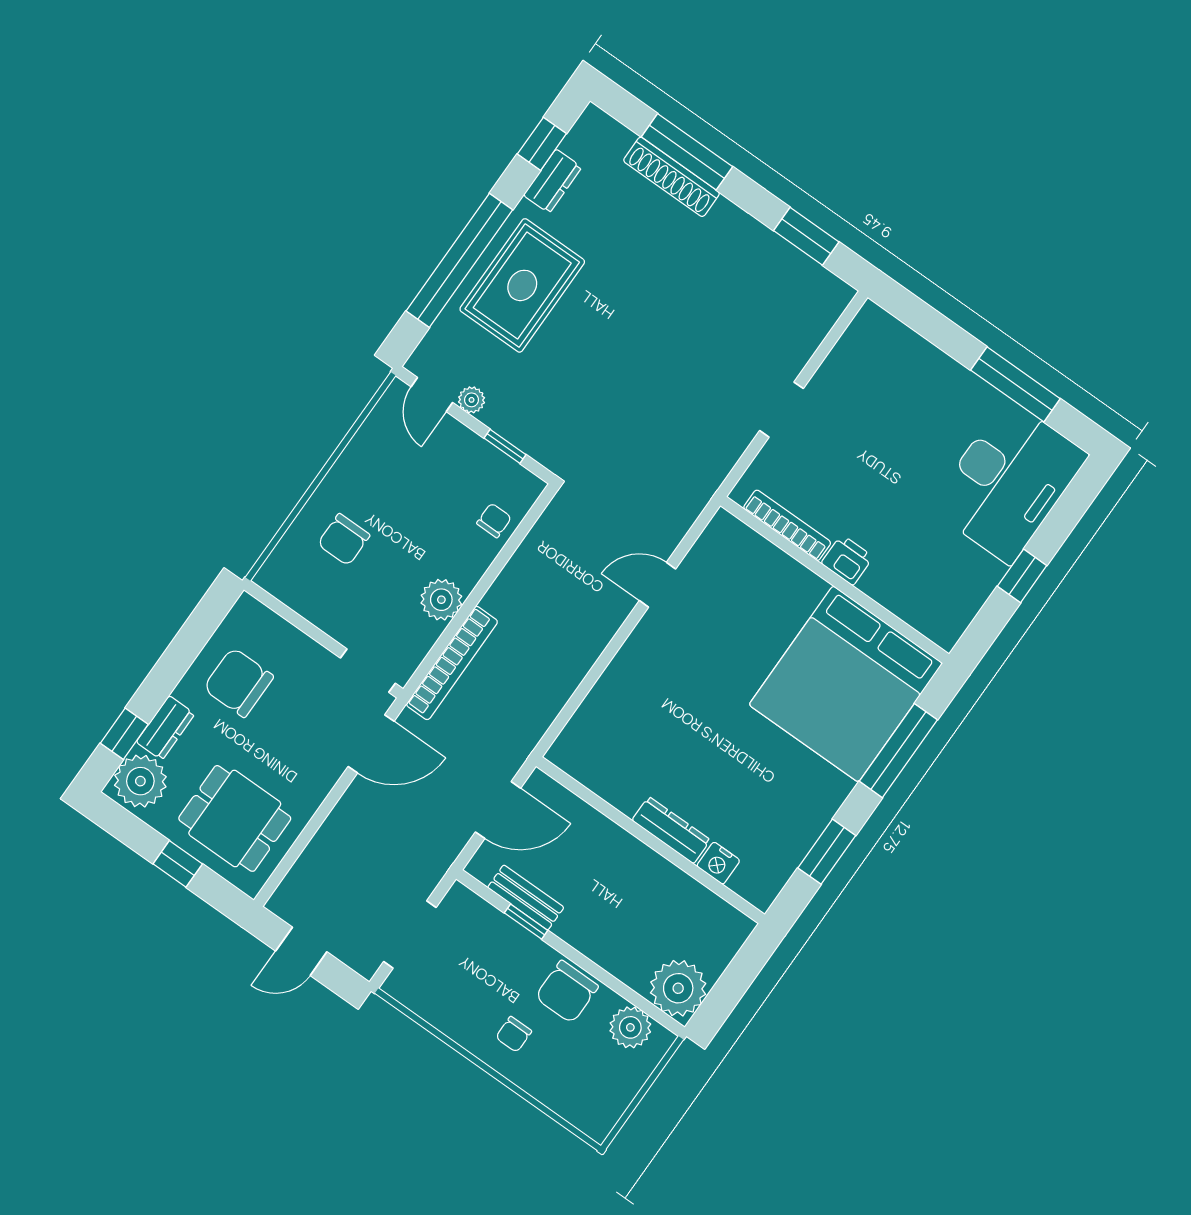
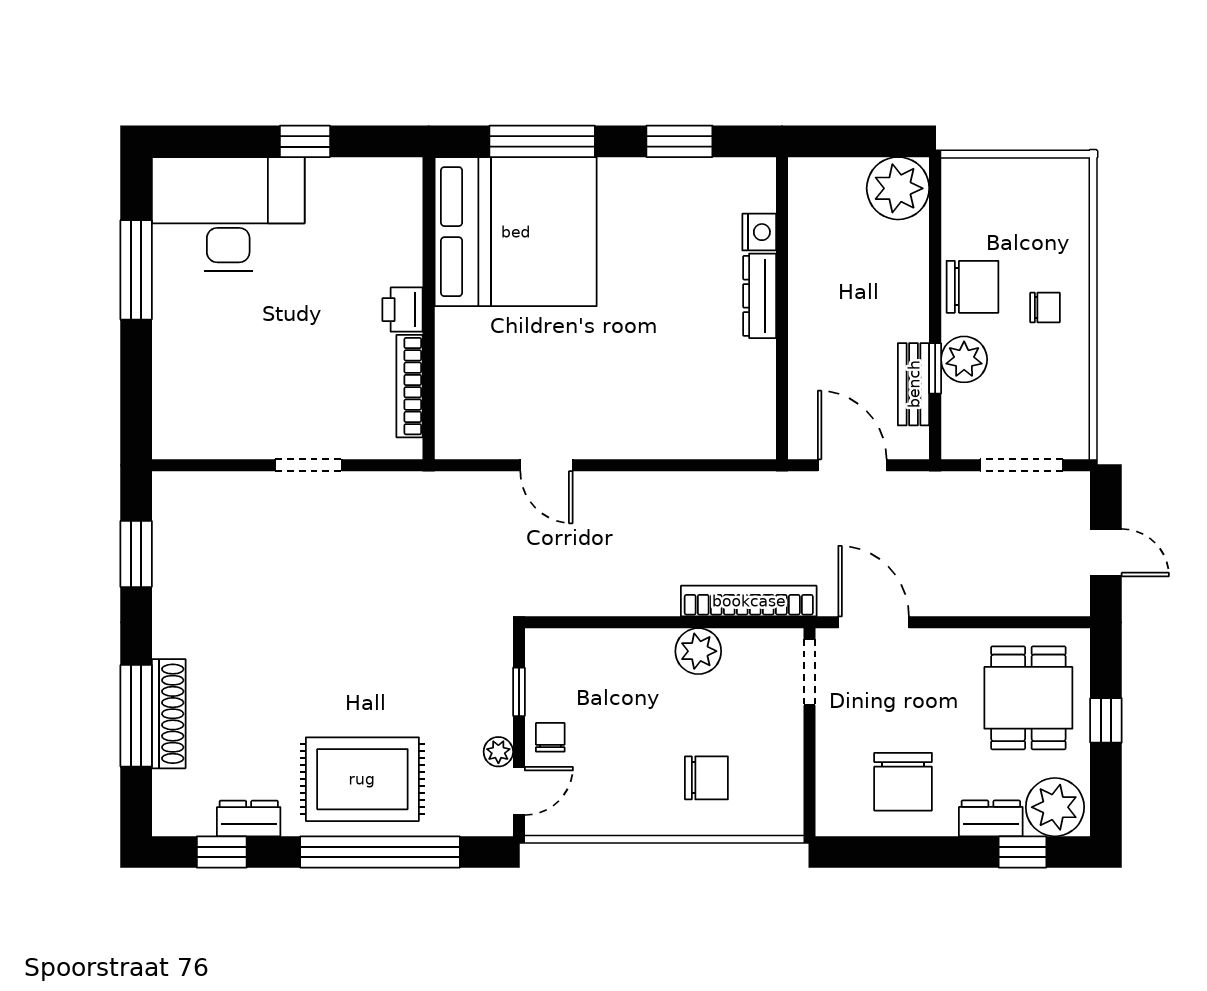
chair: (494, 520) -> (550, 737), moved, turned 90
plant: (630, 1027) -> (964, 359), moved

